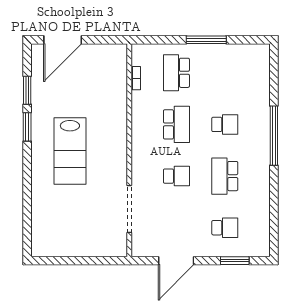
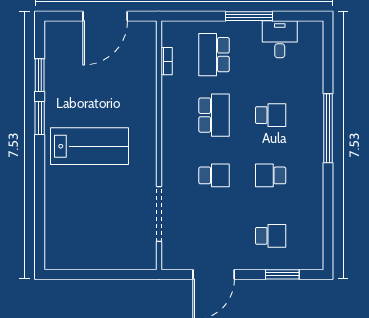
door: (63, 40) -> (105, 16), moved
desk: (233, 60) -> (280, 39), added
lab bench: (70, 151) -> (90, 146), turned -90
school desk: (225, 176) -> (271, 175), width x0.54

